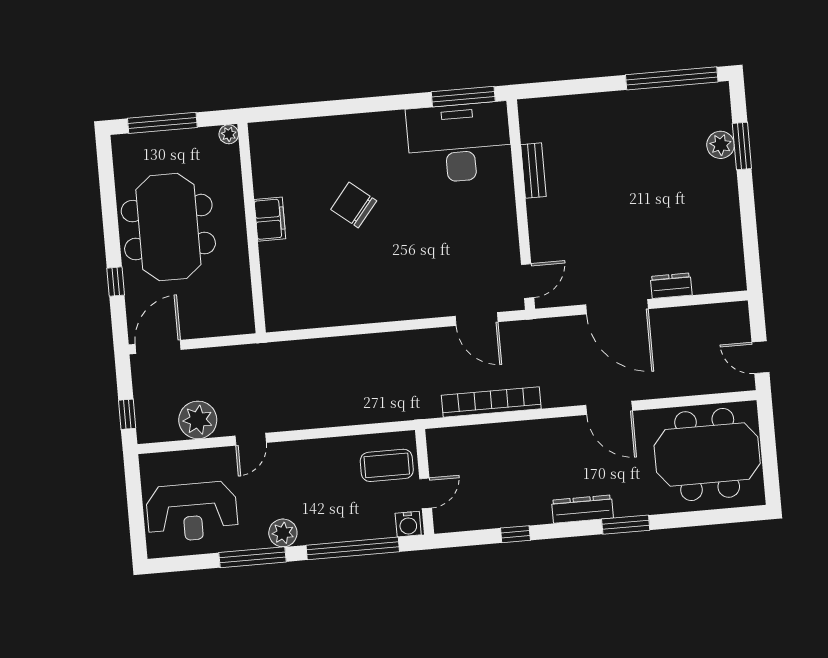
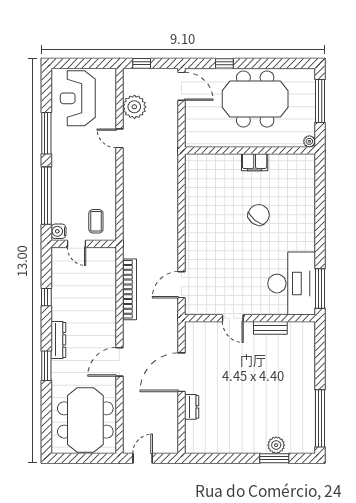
door: (528, 281) -> (233, 318), moved
coffee table: (387, 465) -> (96, 221), width x0.73, depth x0.77
plant: (283, 533) -> (60, 153), removed

